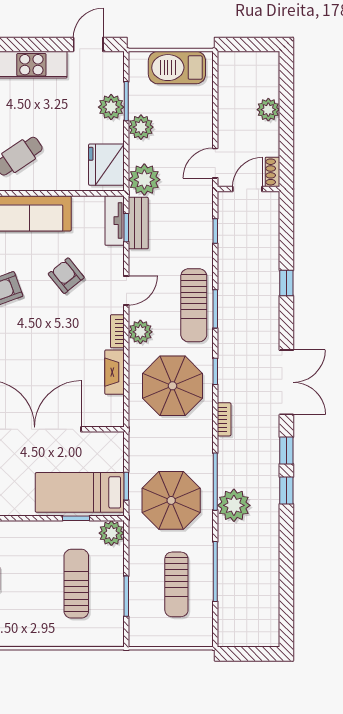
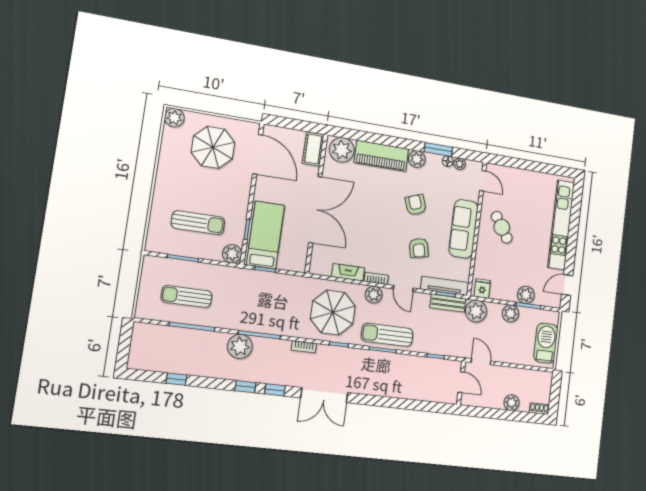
door: (88, 44) -> (567, 285), swing flipped
fridge: (106, 165) -> (482, 289), width x0.53, depth x0.75
shoe rack: (273, 172) -> (539, 409), moved
tv unit: (115, 221) -> (445, 286), width x1.41
armchair: (66, 276) -> (419, 248), turned 117
window: (286, 283) -> (176, 379), moved
parasol: (171, 500) -> (250, 301), removed

